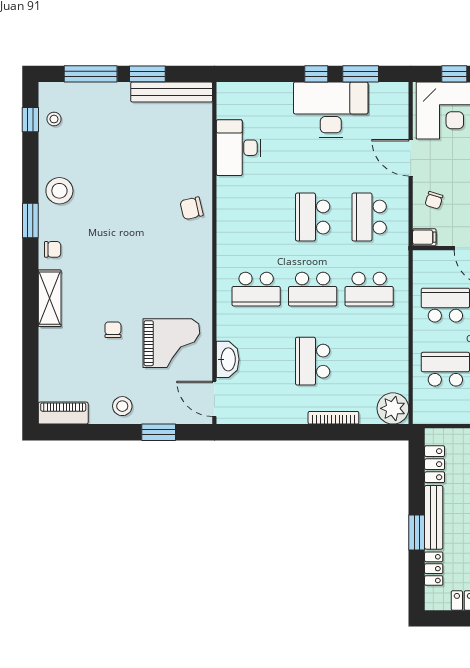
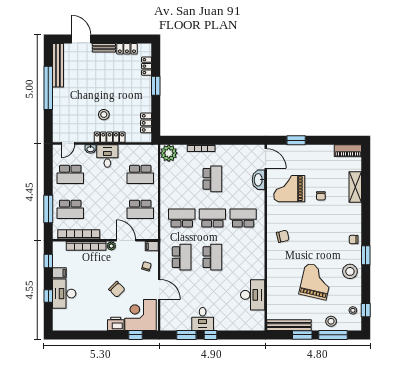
desk: (331, 110) -> (203, 319), width x0.53, depth x0.77
grand piano: (122, 172) -> (316, 282), added
chair: (192, 208) -> (283, 236), moved
shelving: (50, 298) -> (355, 187), moved
stool: (122, 406) -> (331, 321), moved
bench: (434, 517) -> (147, 94), removed

